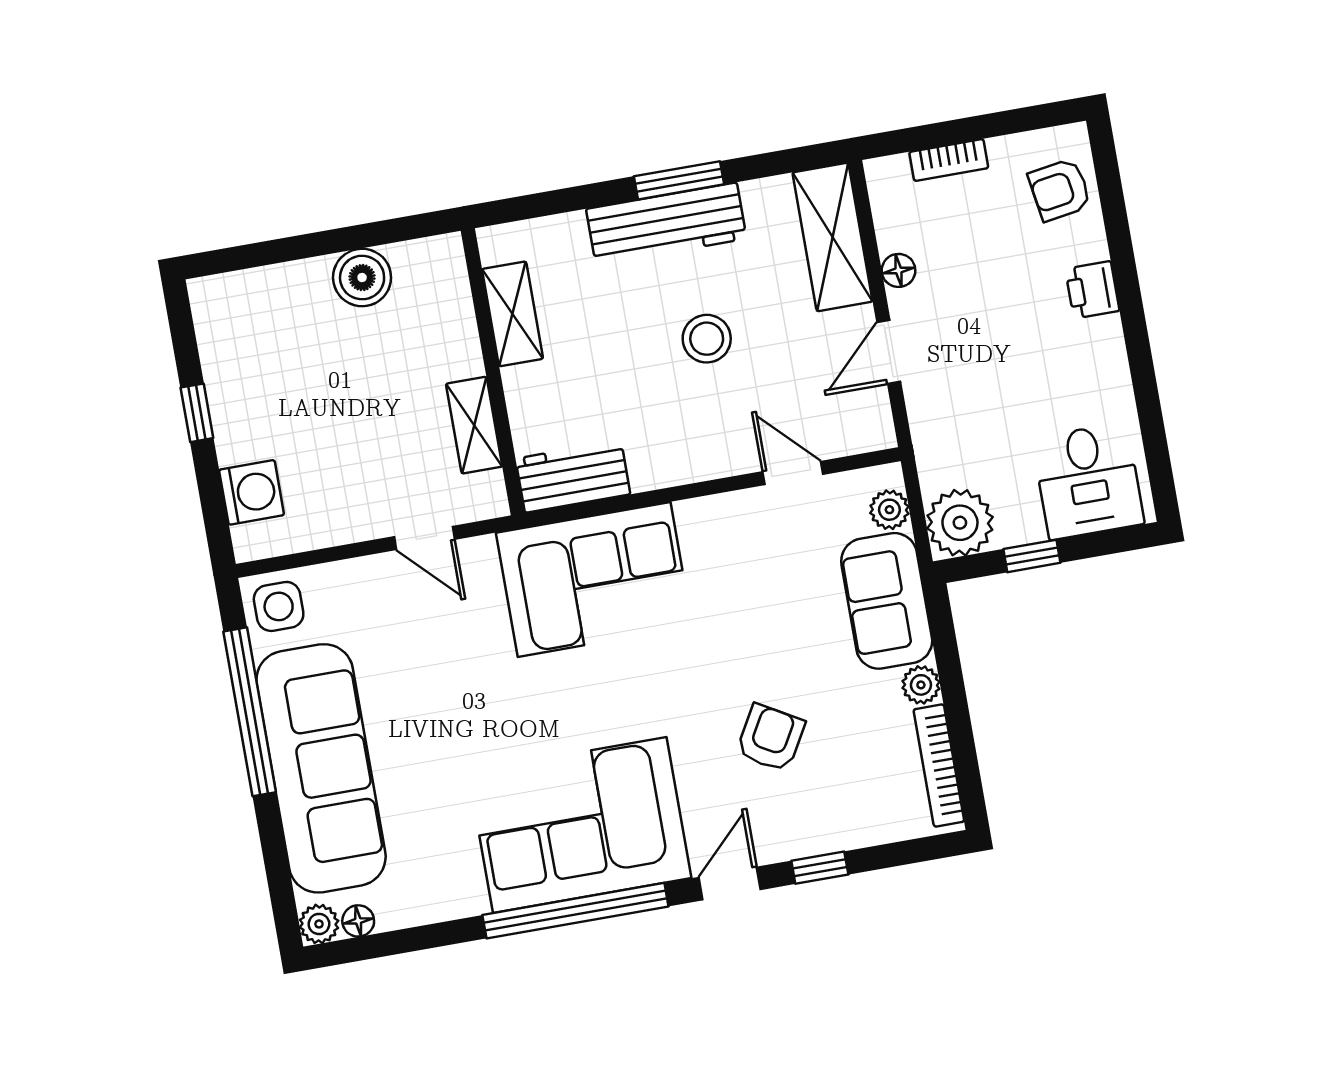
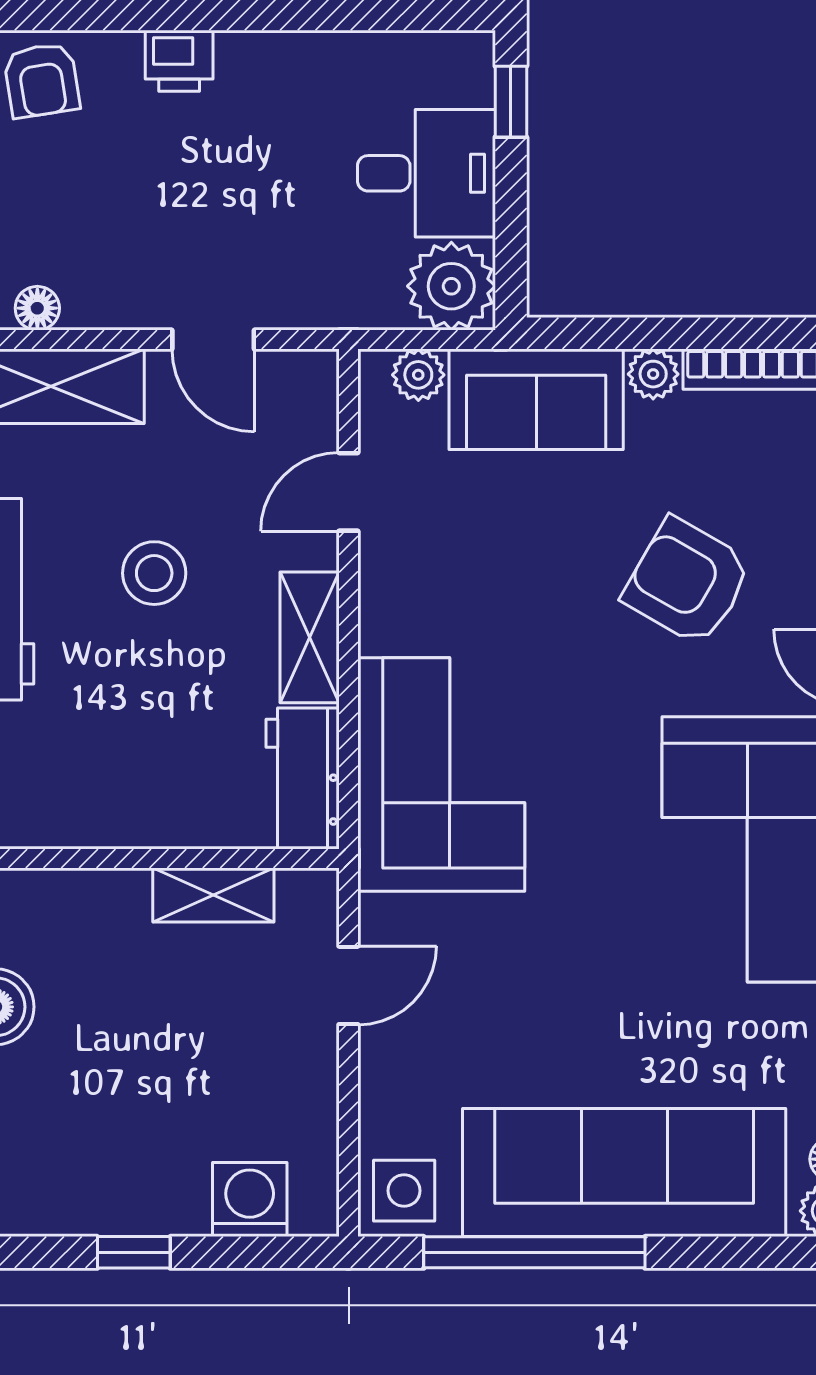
floor lamp: (898, 270) -> (37, 308), moved
shelving: (513, 314) -> (310, 637), moved, turned 90
desk: (1088, 481) -> (426, 173), moved
window: (1032, 556) -> (511, 102), moved
armchair: (770, 738) -> (687, 582), width x1.38, depth x1.38

